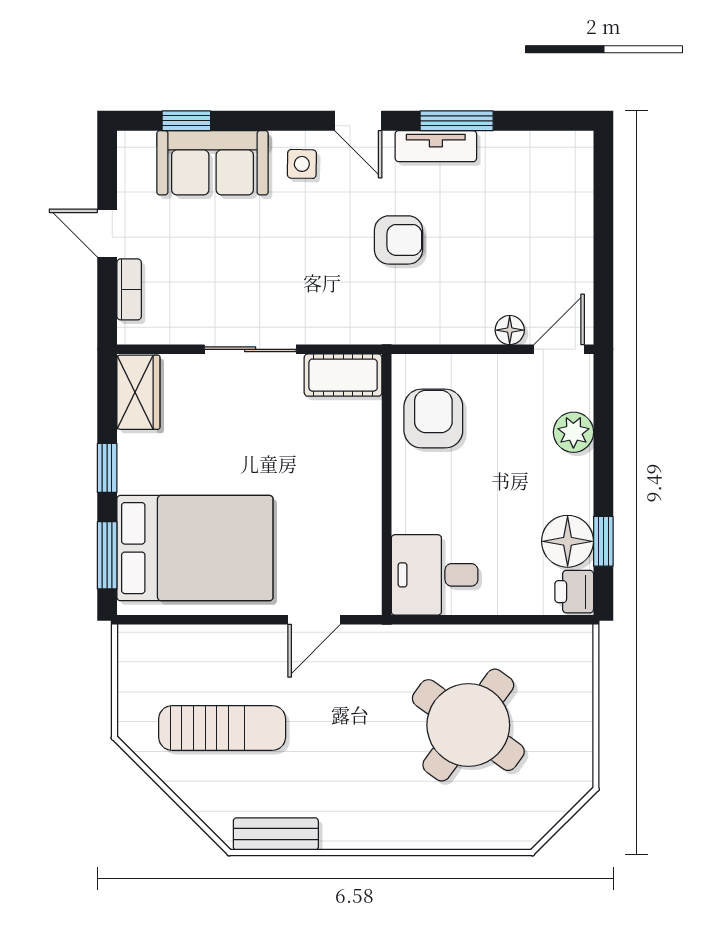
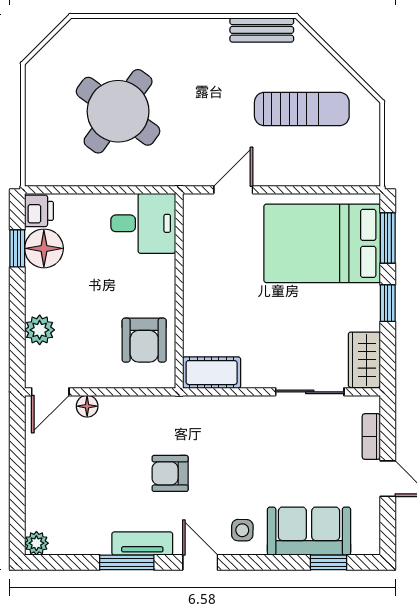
plant: (578, 147) -> (36, 543), added
sliding door: (250, 349) -> (310, 392), moved
sun lounger: (222, 728) -> (302, 109), turned 180

